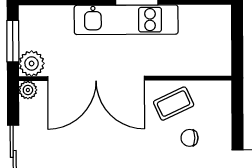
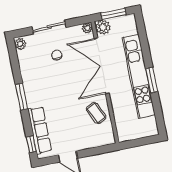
kitchen unit: (126, 20) -> (139, 76), width x1.36
chair: (189, 138) -> (57, 55), moved

